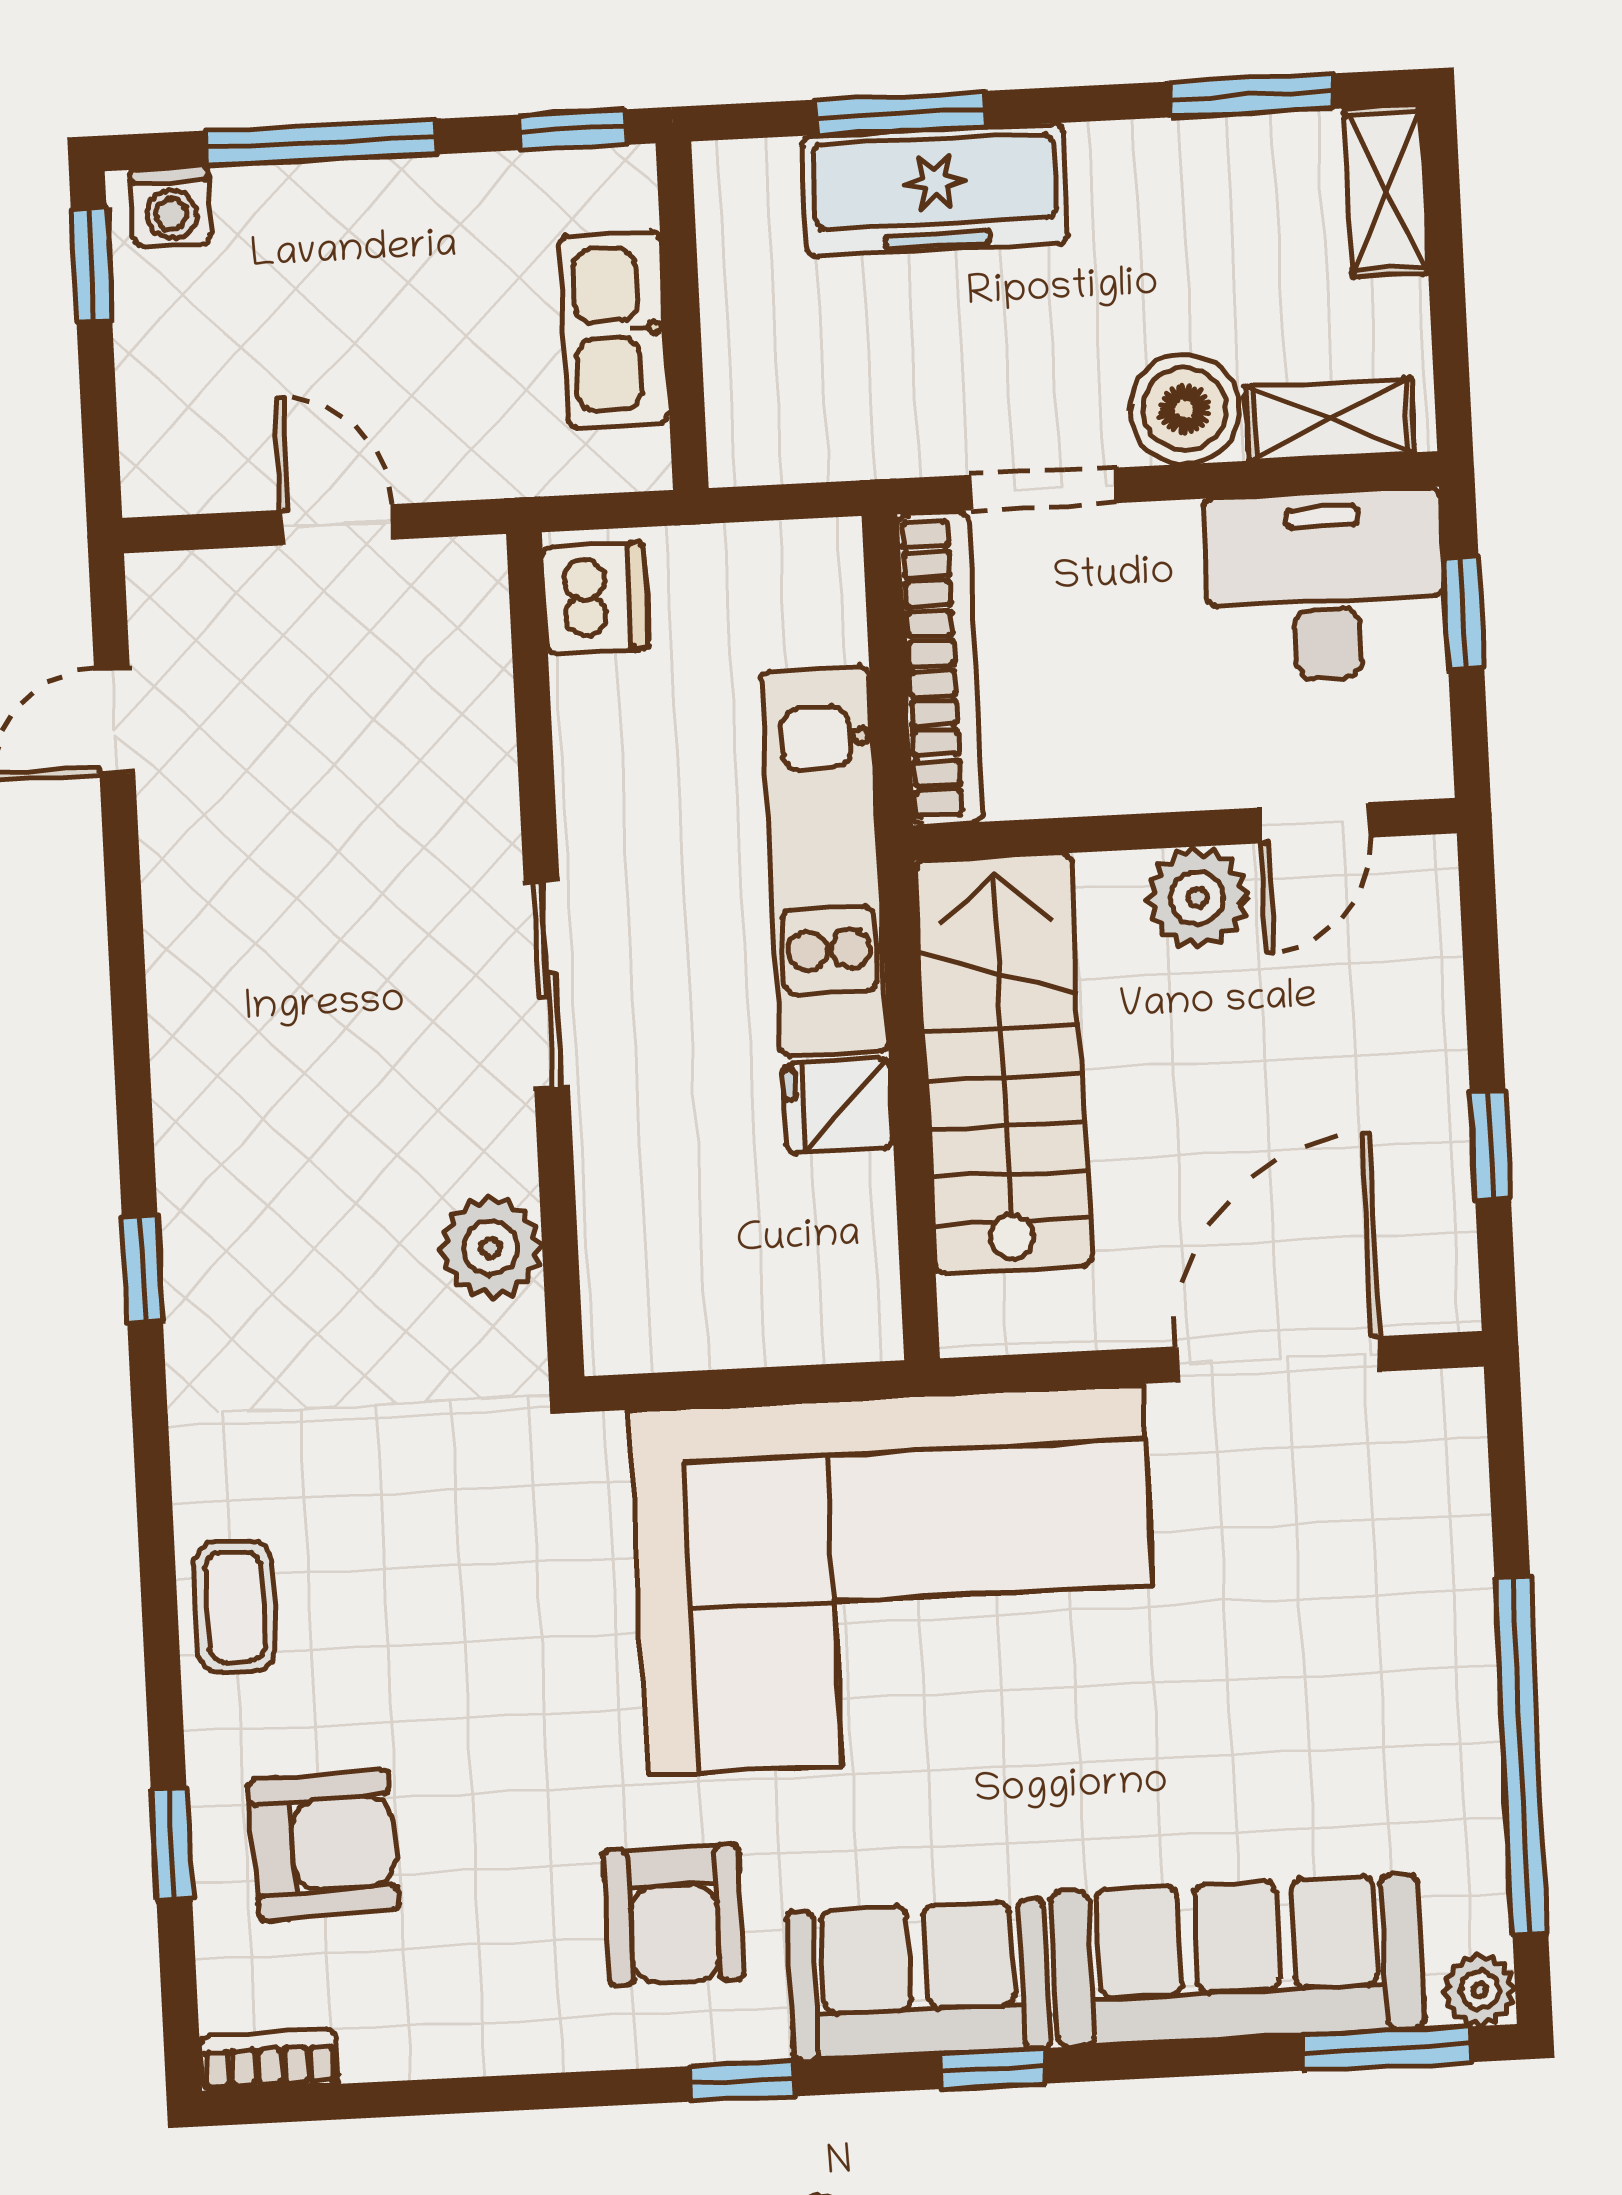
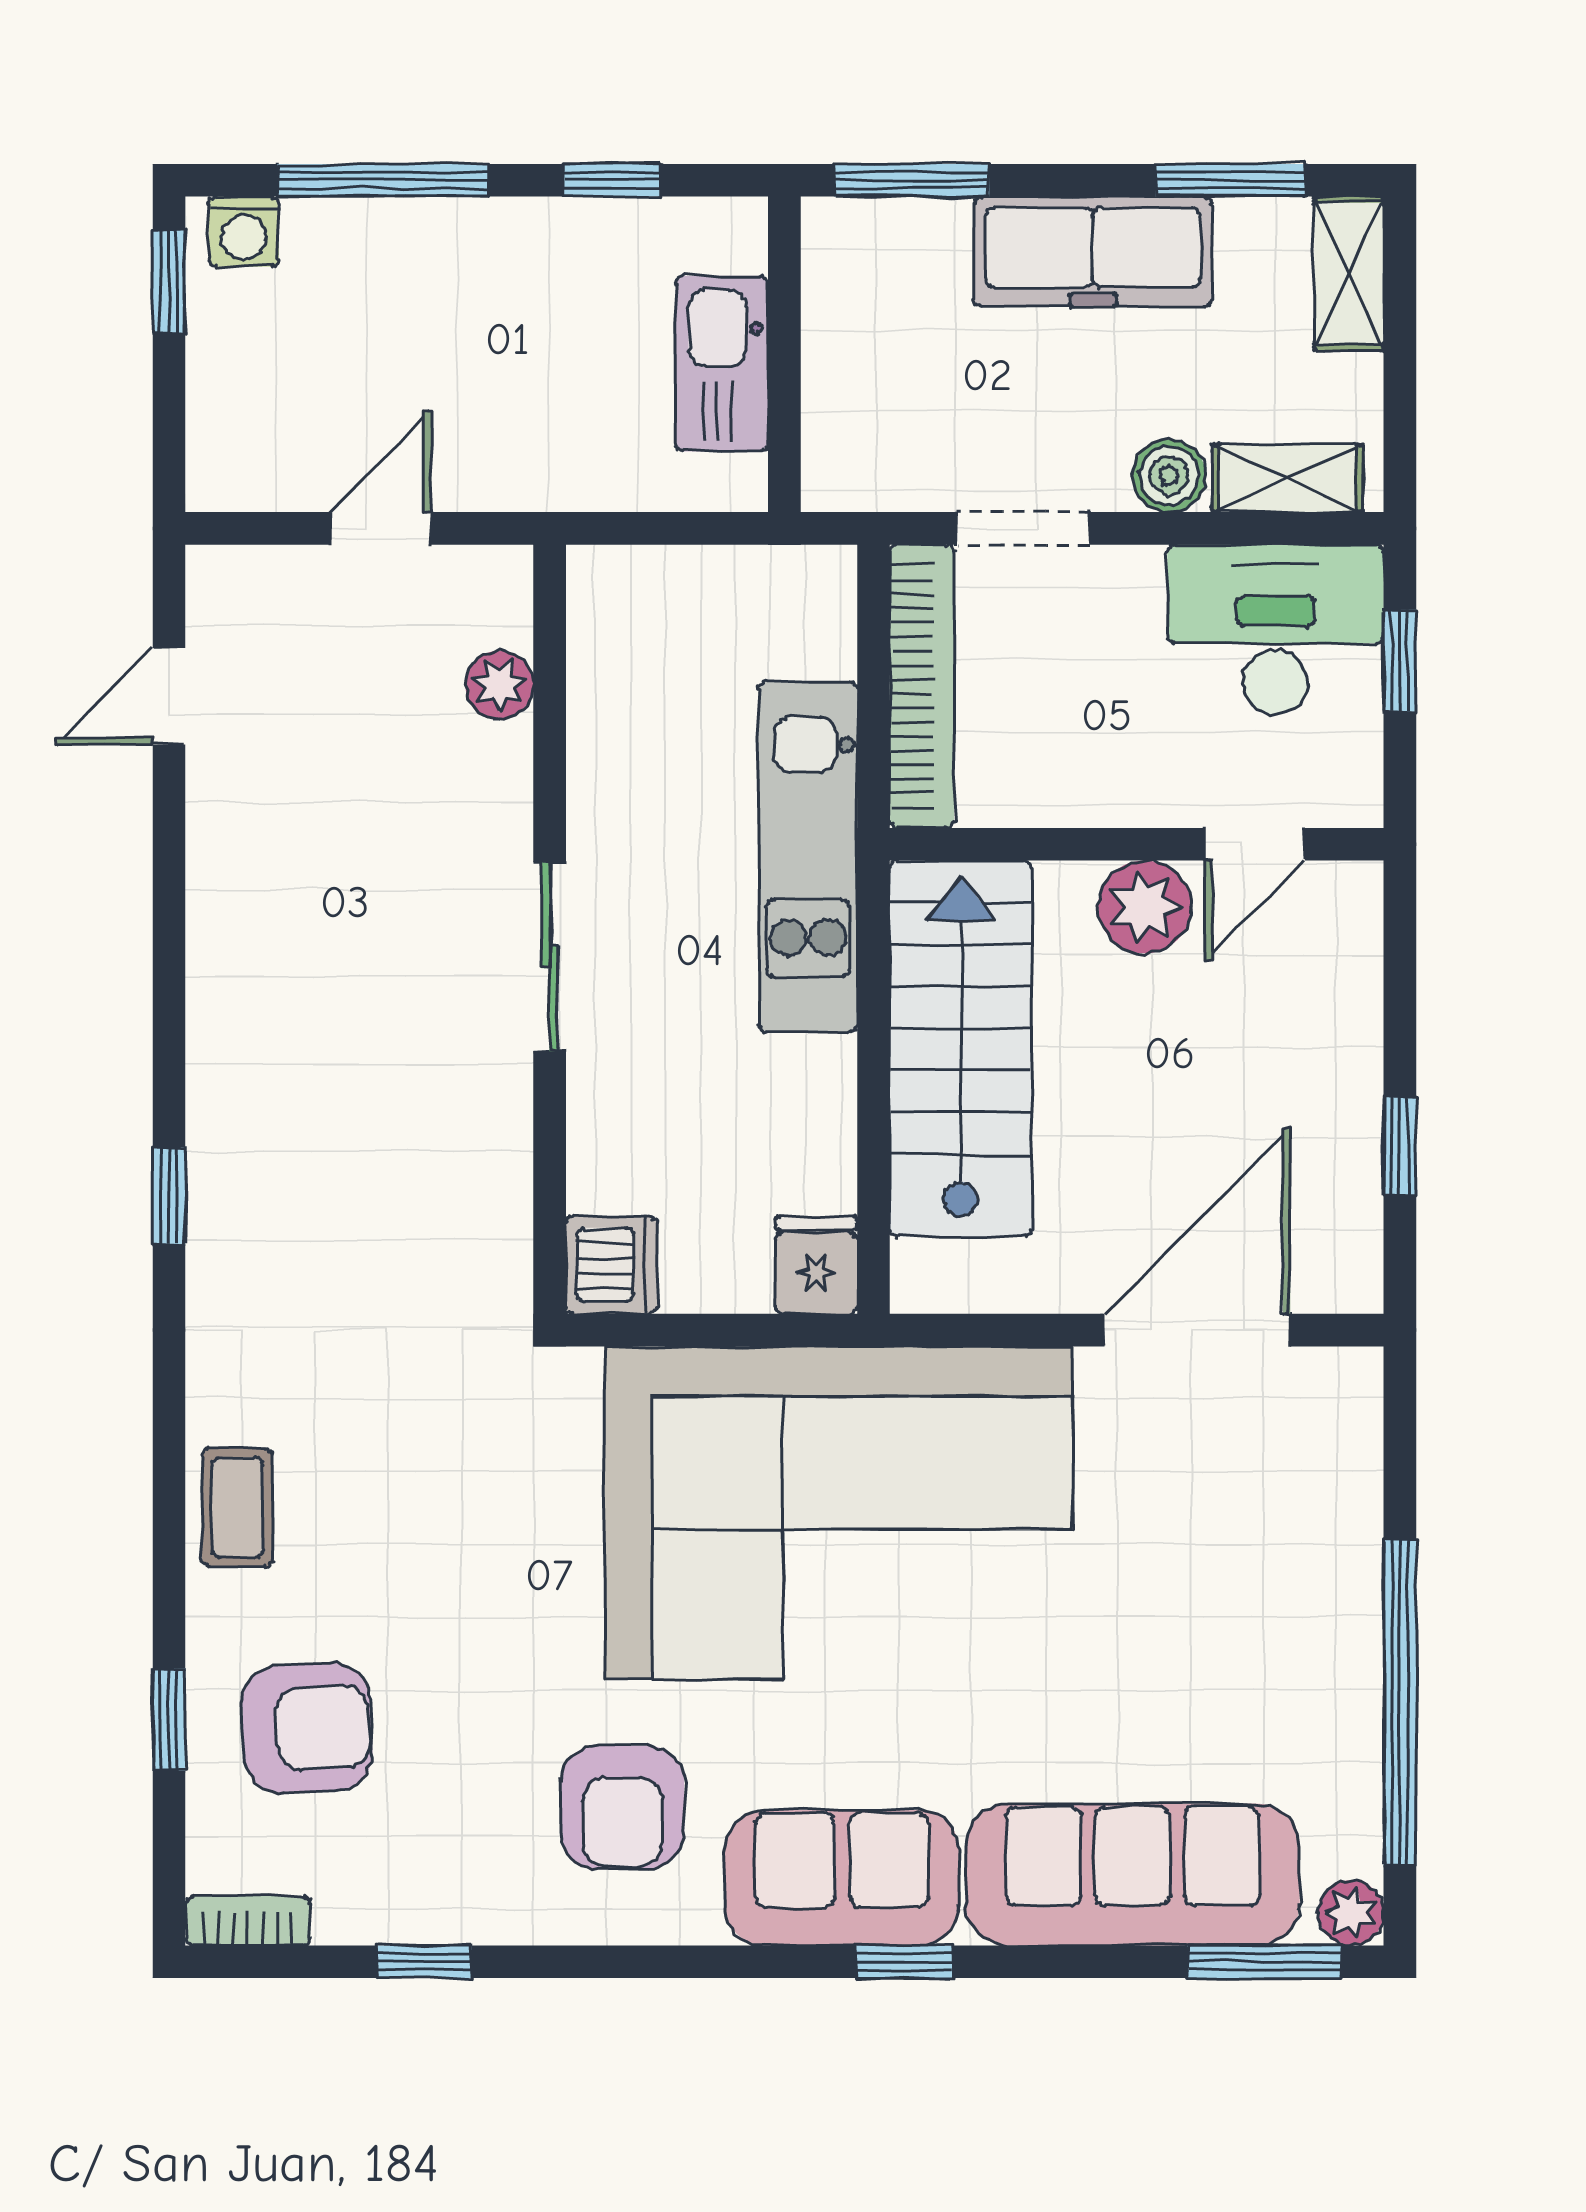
freezer: (935, 190) -> (1093, 252), moved
wall: (682, 316) -> (784, 354), moved
kitchen sink: (614, 329) -> (722, 364), moved
boiler: (1185, 409) -> (1169, 476), width x0.73, depth x0.73
door: (337, 525) -> (380, 528), hinge flipped
dishwasher: (595, 598) -> (612, 1265), moved
fridge: (838, 1106) -> (816, 1265), moved, turned 90
plant: (491, 1248) -> (499, 685), moved, width x0.73, depth x0.73
window: (743, 2081) -> (425, 1962), moved

